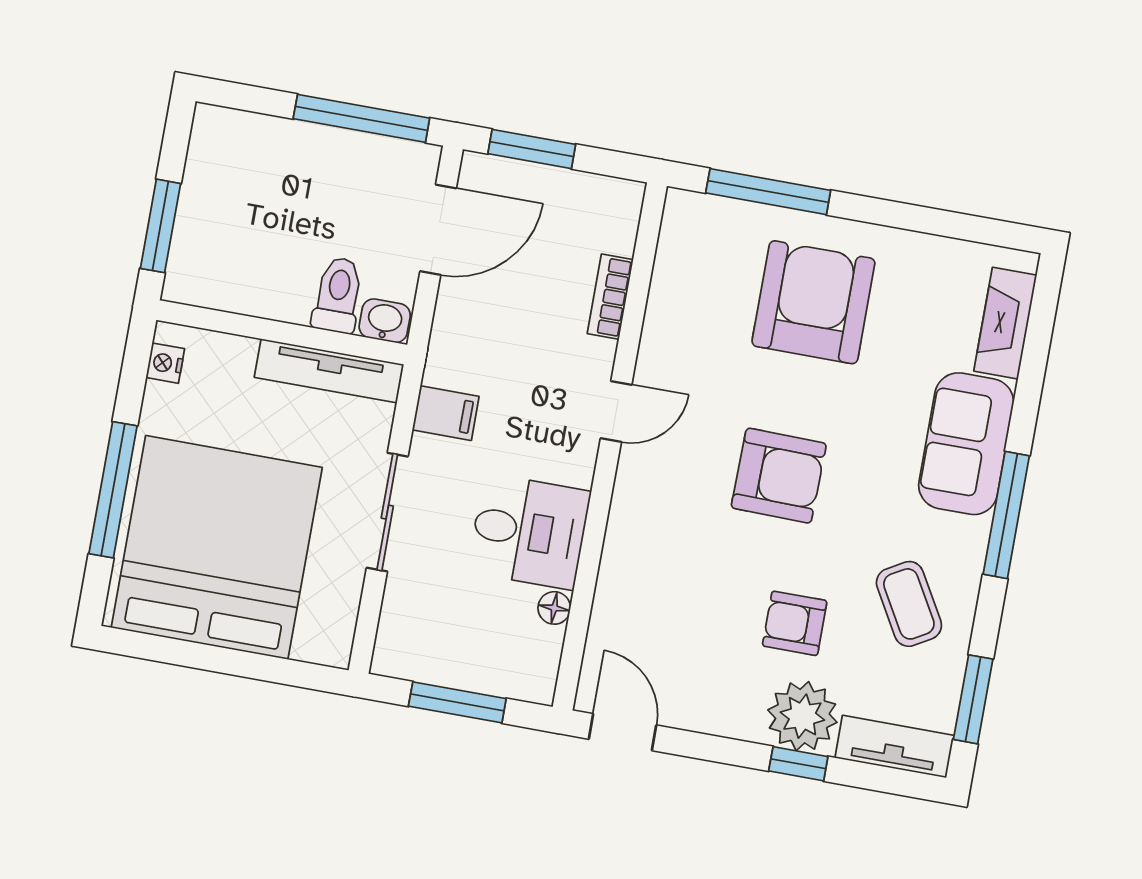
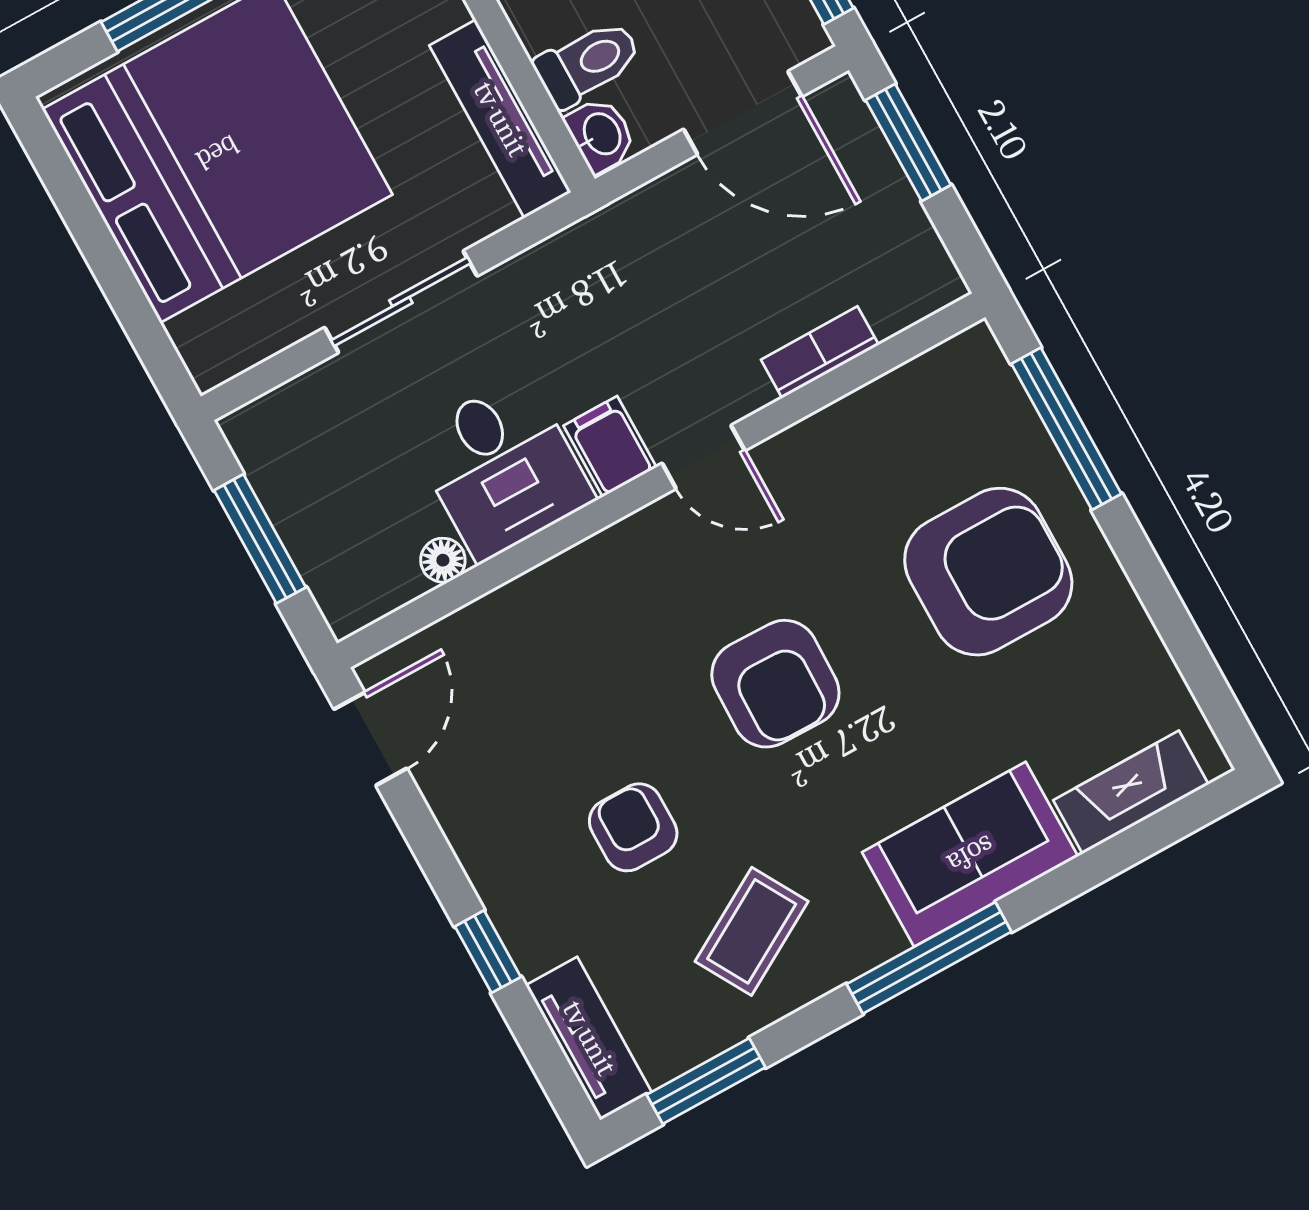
filing cabinet: (446, 413) -> (610, 447), moved, turned 180
plant: (802, 716) -> (542, 915), removed

